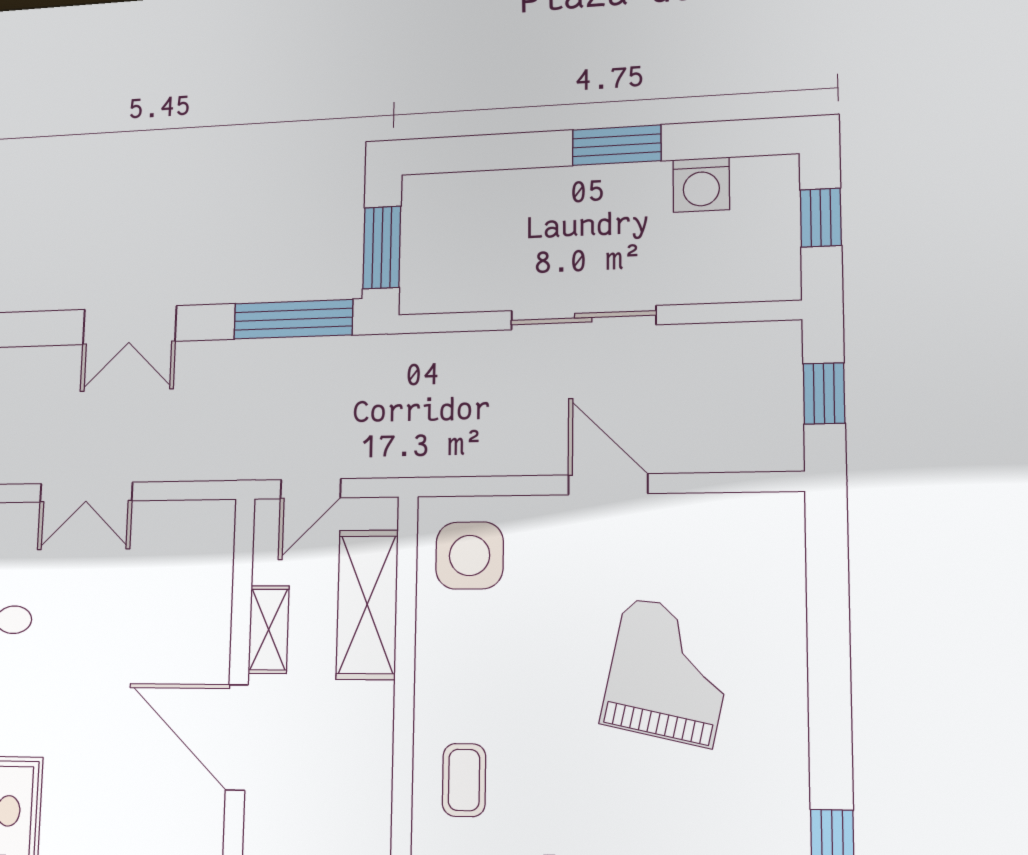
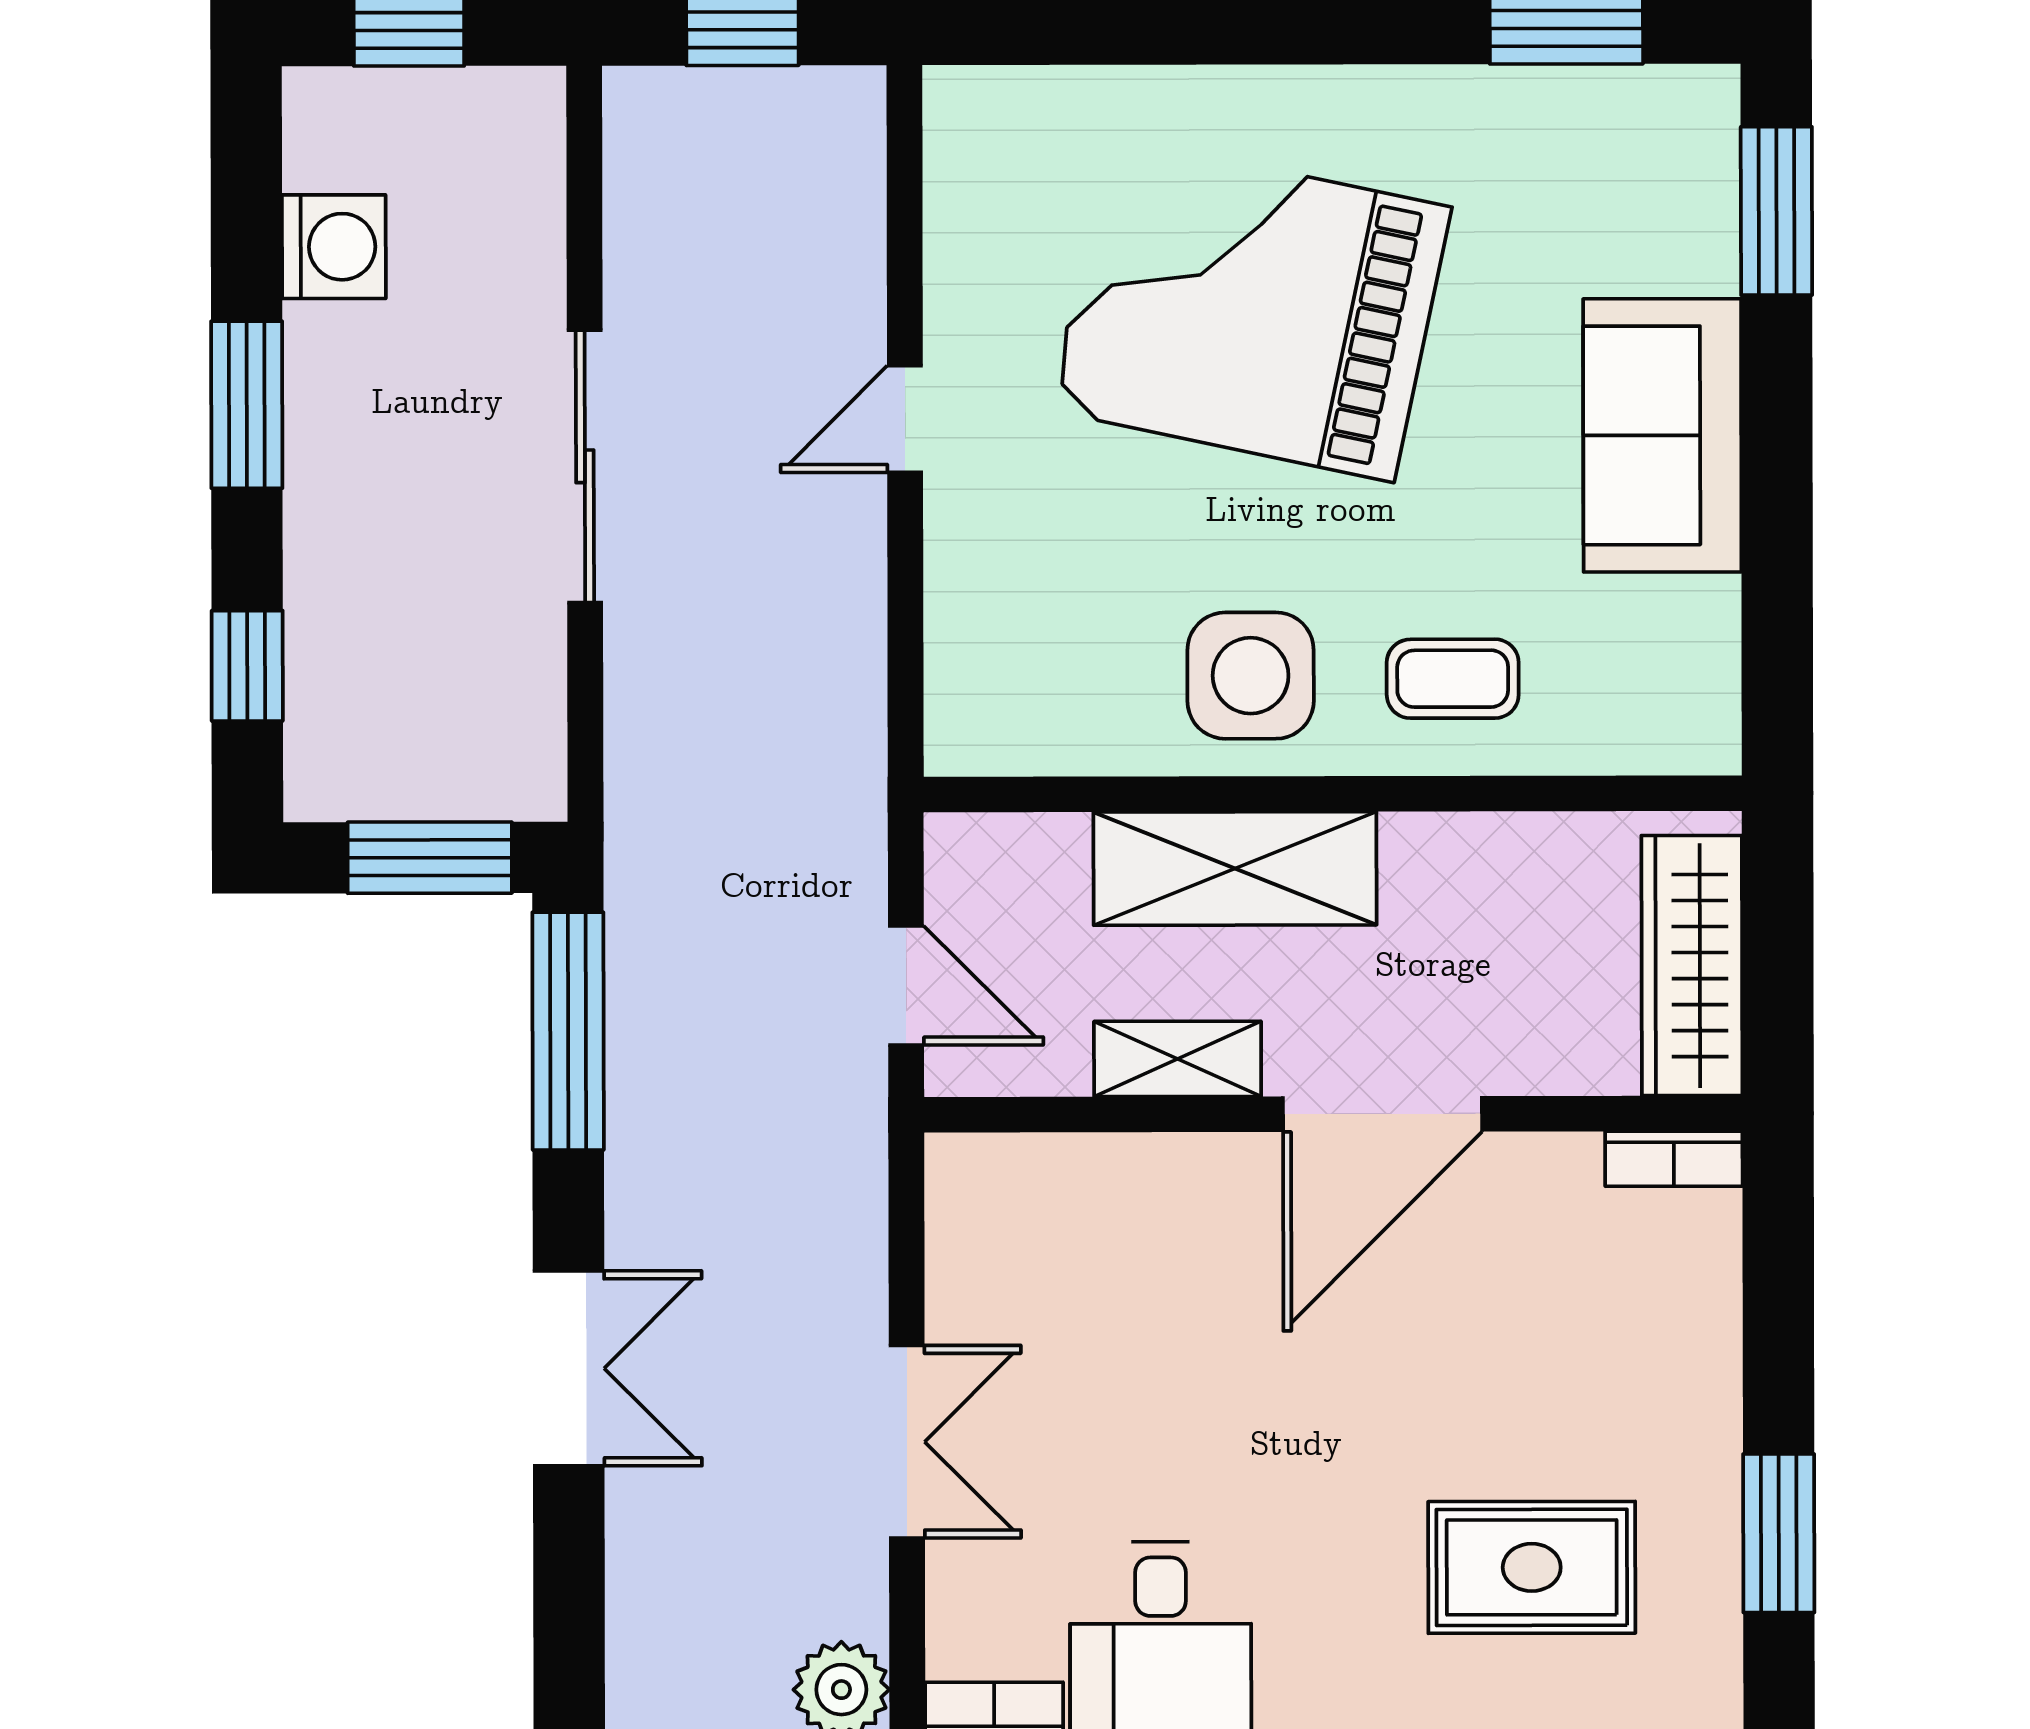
window: (481, 153) -> (247, 666), added
door: (608, 484) -> (905, 419), width x0.73
side table: (470, 555) -> (1251, 676), moved
shelving: (367, 605) -> (1235, 868), moved
grand piano: (669, 672) -> (1251, 309), width x1.37, depth x1.48

